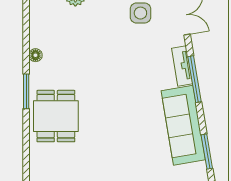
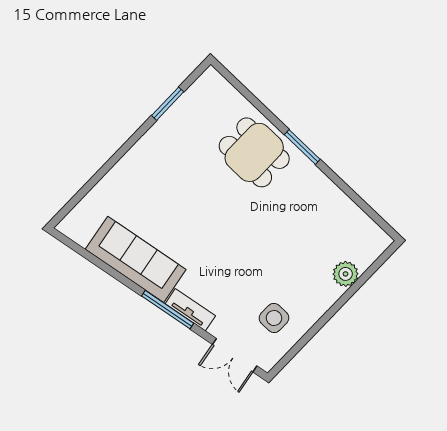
floor lamp: (35, 55) -> (327, 187), removed
window: (207, 152) -> (92, 258), removed

